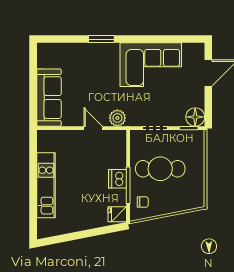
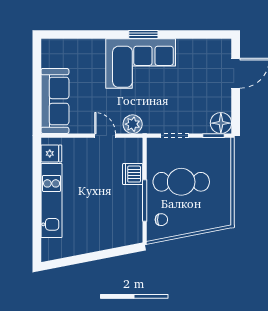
window: (101, 39) -> (143, 34), moved
corner sofa: (151, 65) -> (141, 64), moved
dishwasher: (117, 179) -> (133, 174), moved
fridge: (117, 214) -> (51, 153), moved, turned 180

